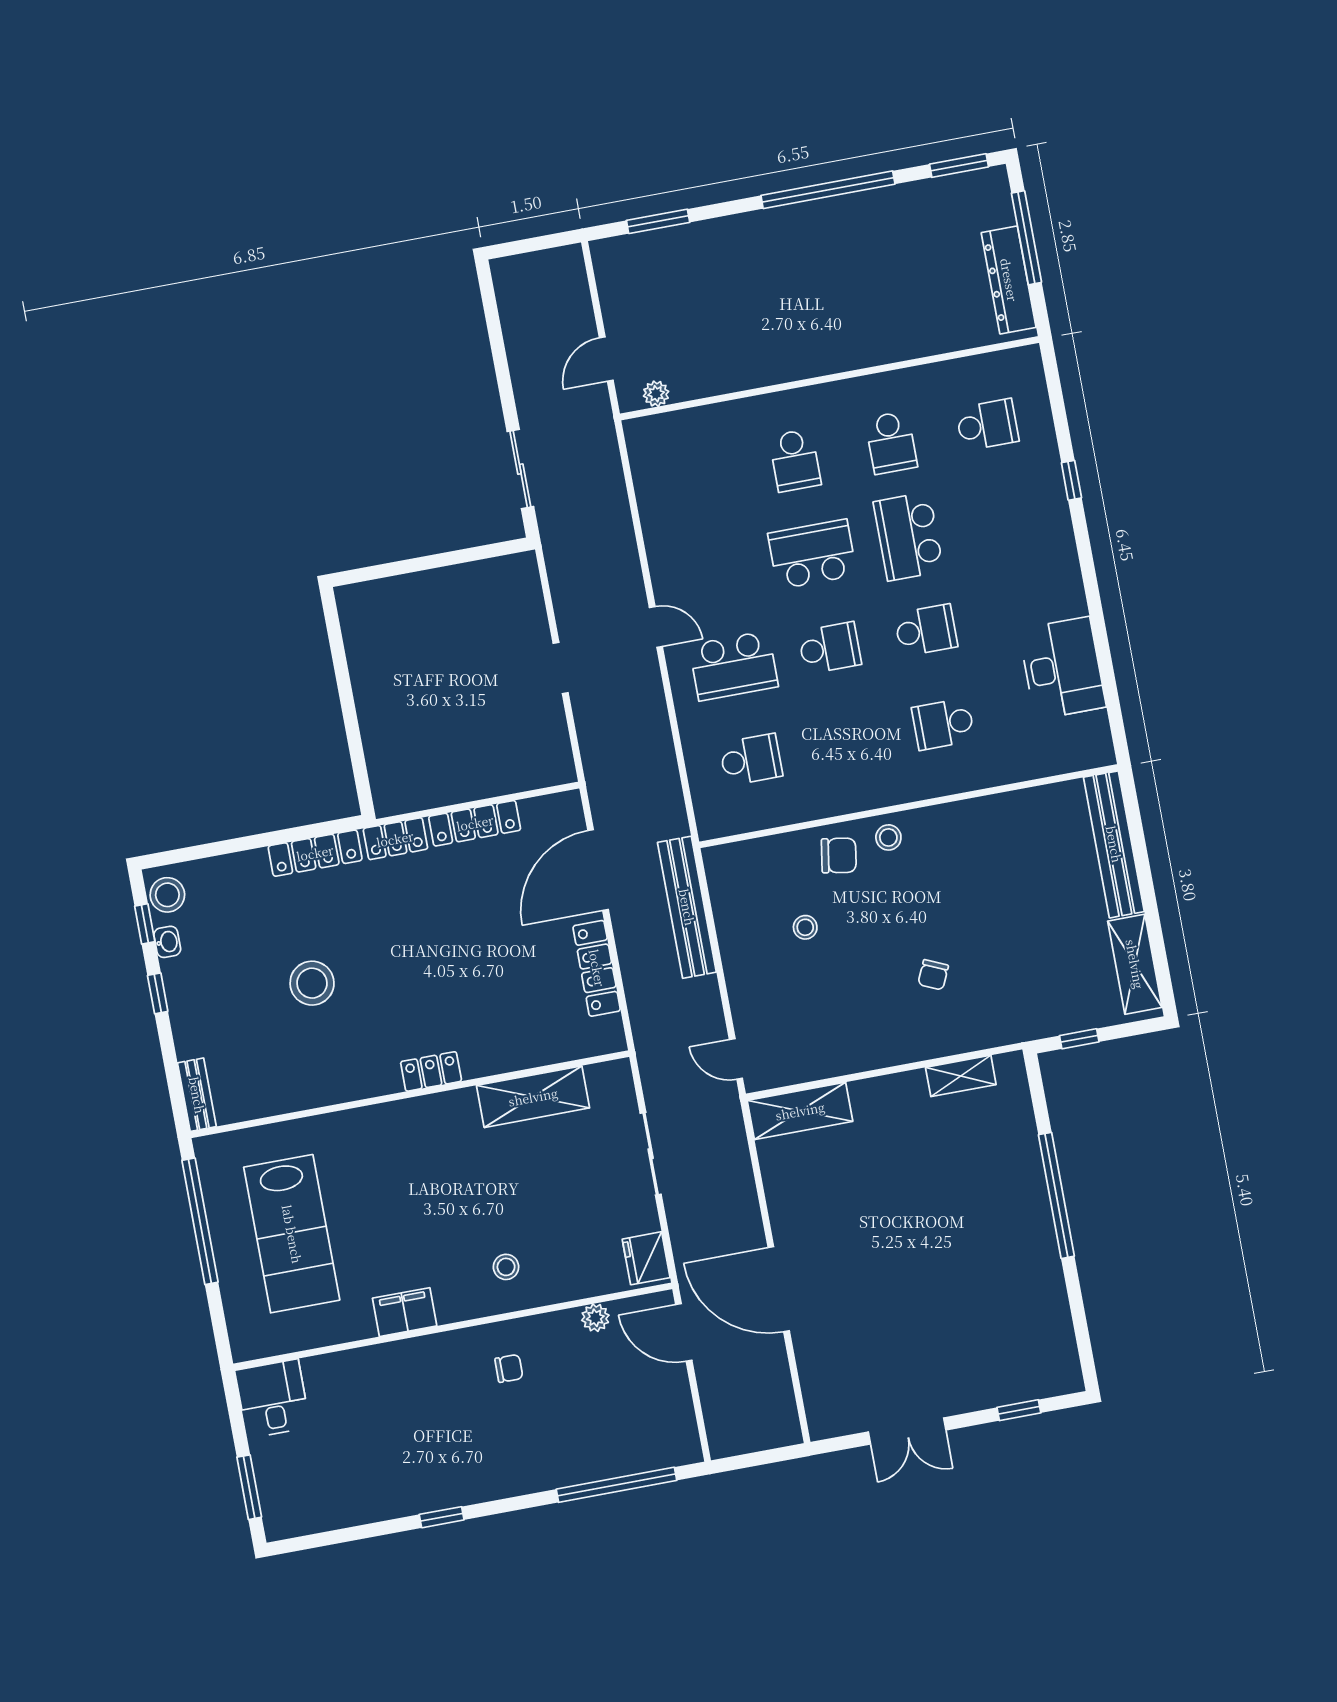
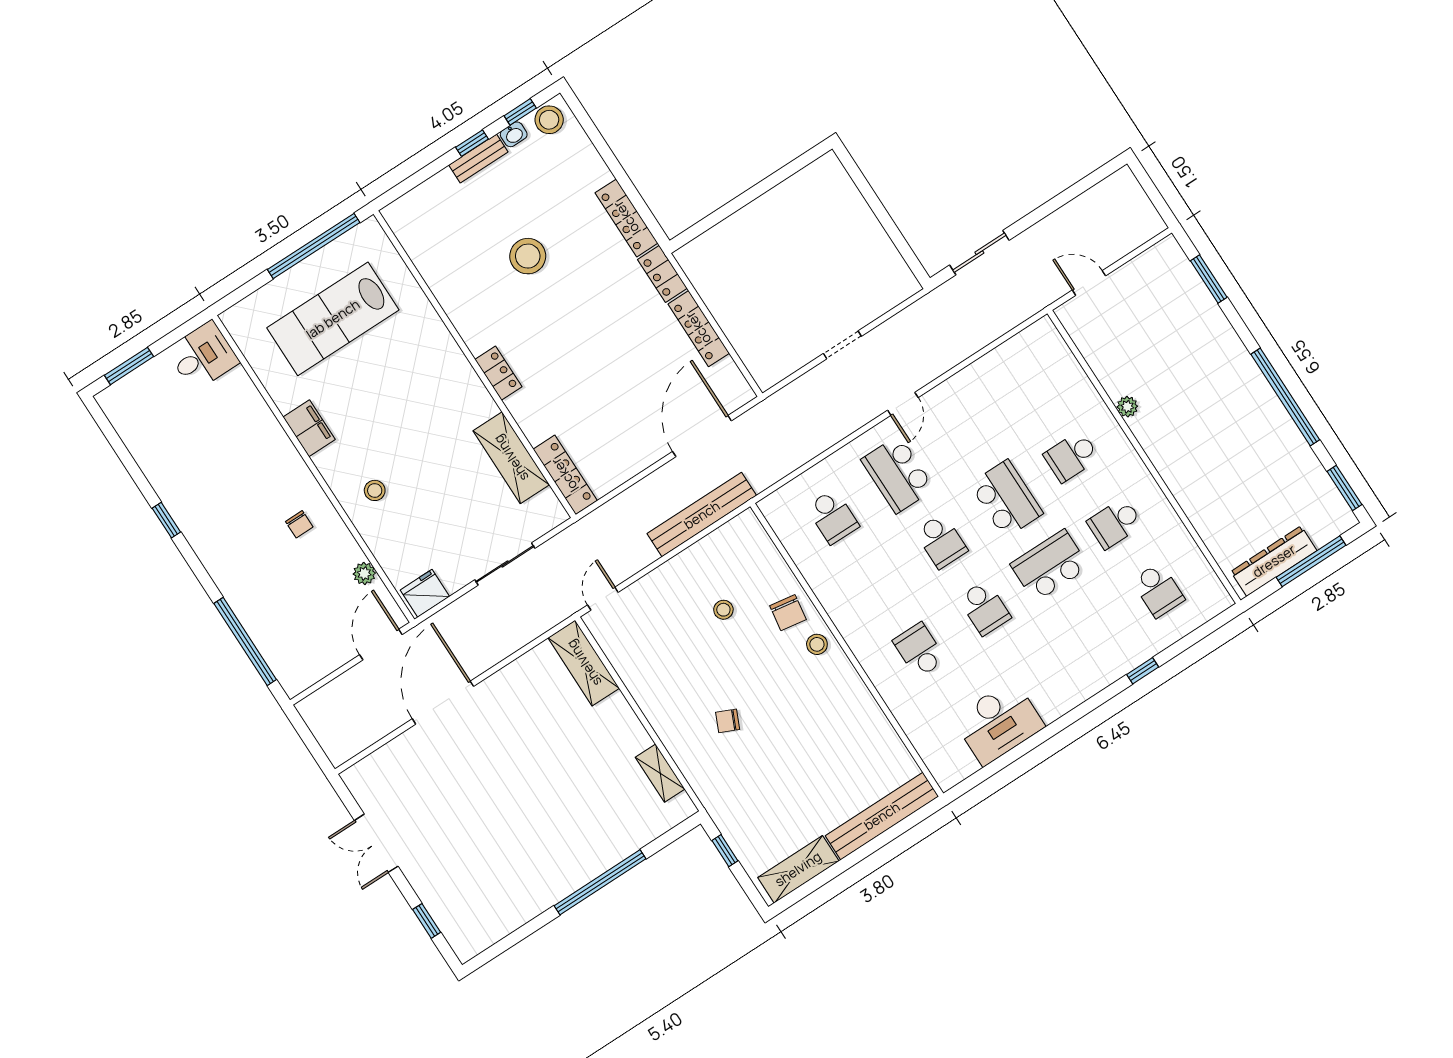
plant: (656, 394) -> (1127, 407), moved
door: (598, 870) -> (702, 436), hinge flipped
locker: (597, 968) -> (565, 475), moved, turned 90
bench: (197, 1095) -> (478, 158), moved

